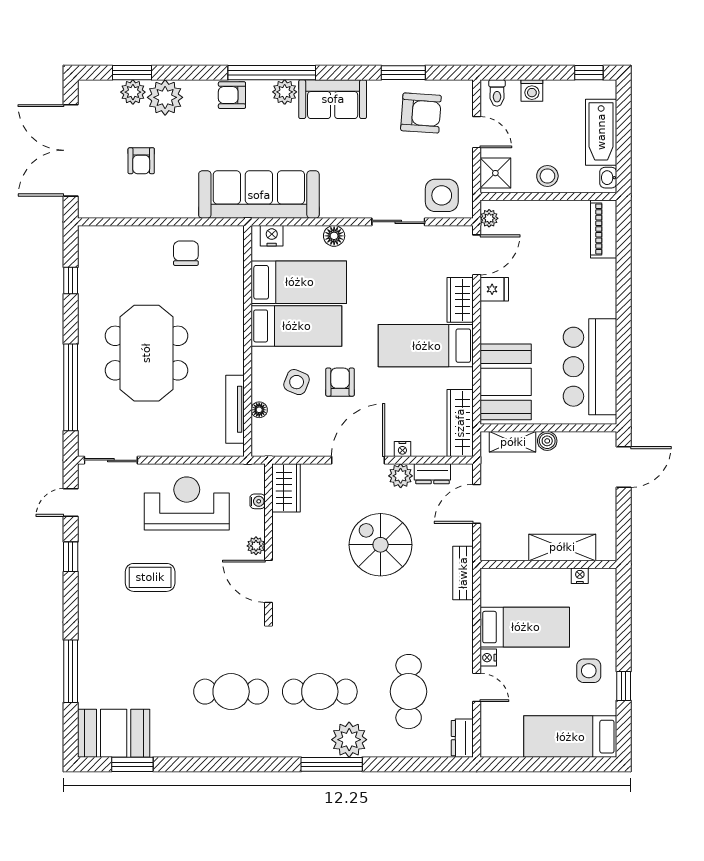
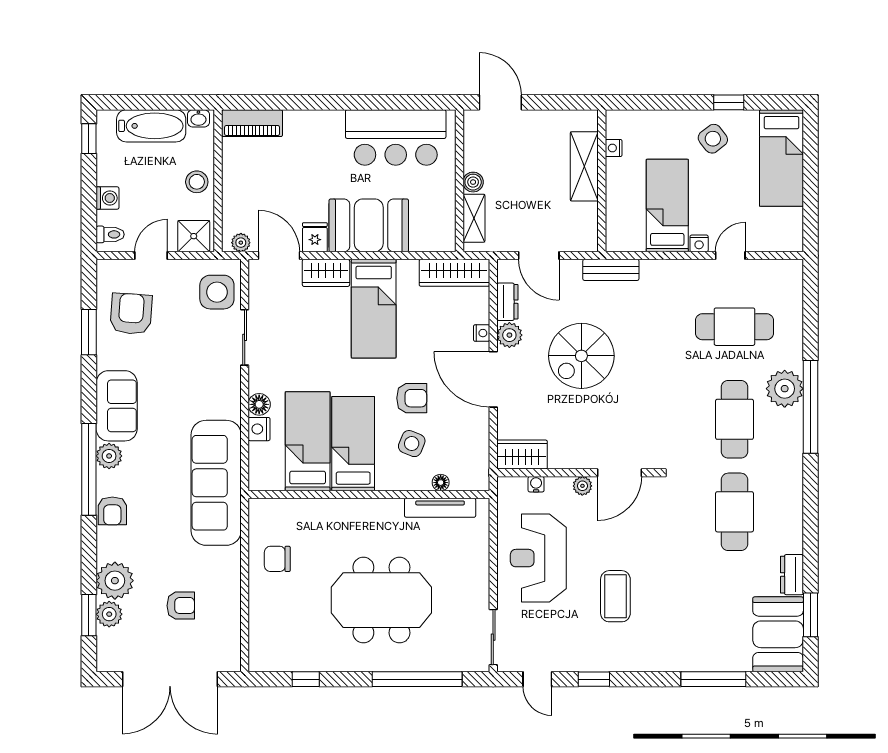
nightstand: (272, 236) -> (259, 429), moved
armchair: (340, 382) -> (412, 398), turned 180
booth: (506, 382) -> (369, 225), moved
side table: (589, 671) -> (713, 139), turned -38
dresser: (462, 738) -> (792, 575), moved, turned 90
window: (332, 764) -> (811, 407), width x1.46

